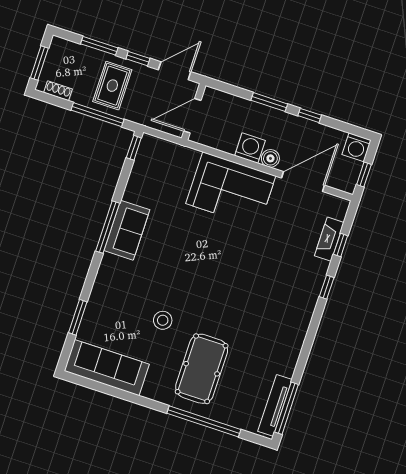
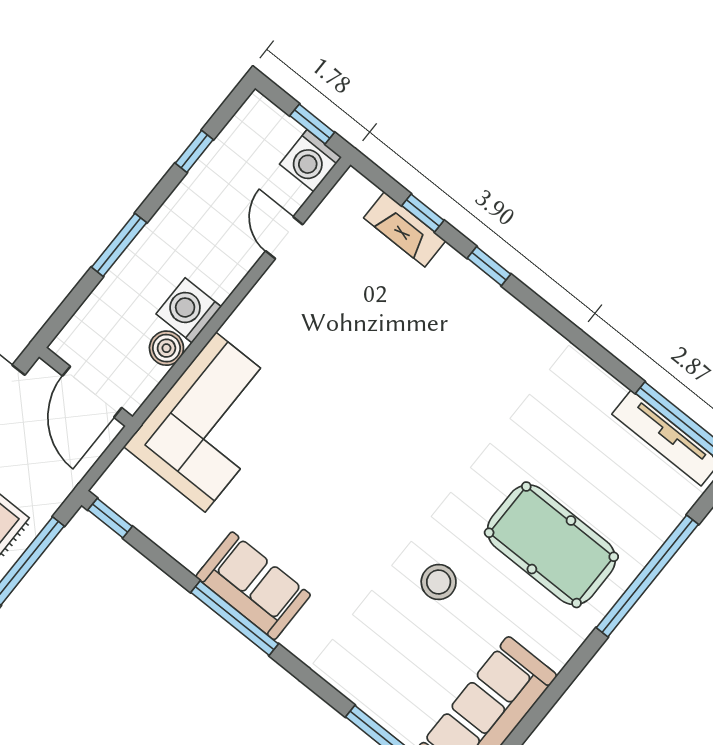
window: (310, 115) -> (194, 151), moved
washing machine: (357, 147) -> (311, 161), moved, turned 90
boiler: (270, 158) -> (166, 348), moved
door: (303, 182) -> (284, 238), width x0.53
corner sofa: (231, 190) -> (210, 422), moved

